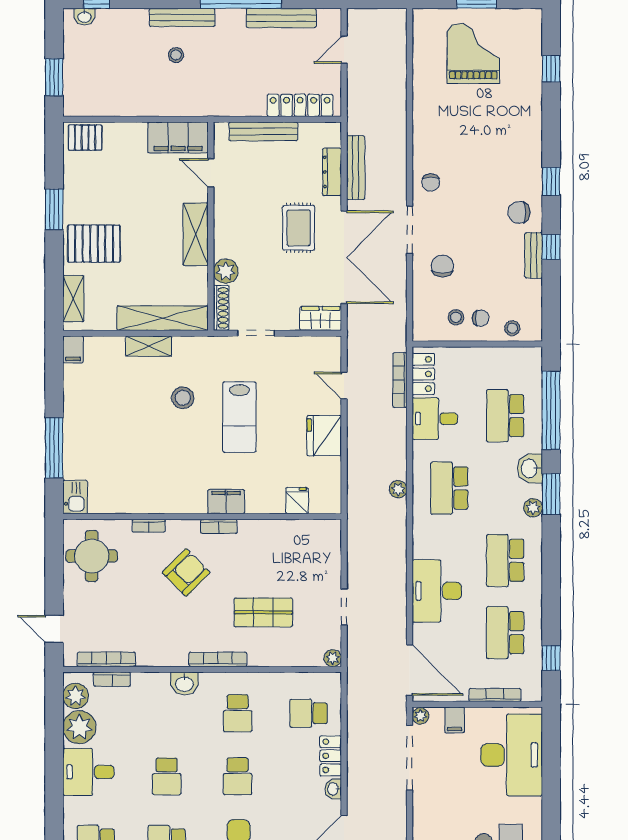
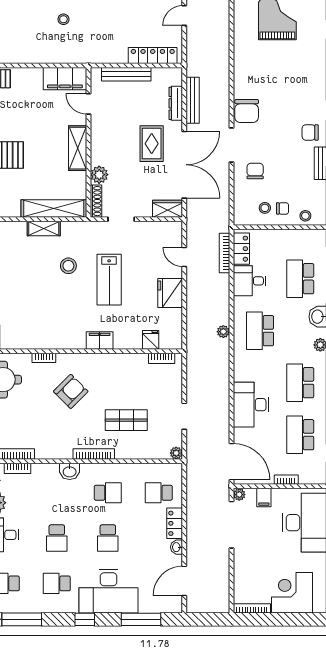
chair: (431, 183) -> (247, 111), width x1.87, depth x1.87
bookcase: (219, 526) -> (162, 358), moved
bookcase: (495, 695) -> (286, 480), width x0.64
school desk: (238, 713) -> (108, 493), turned -90

